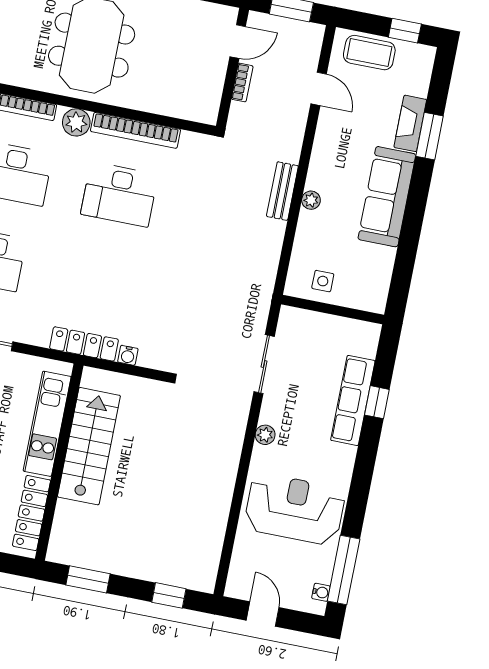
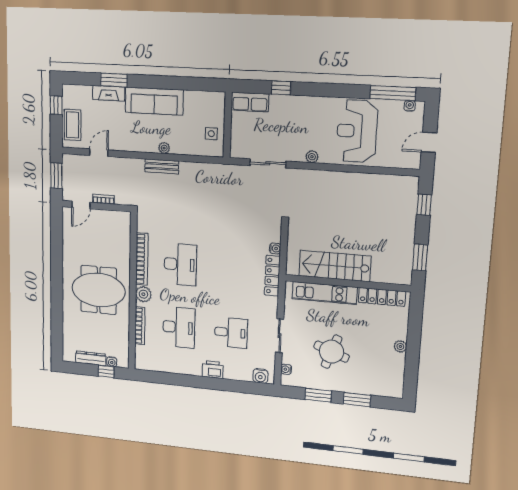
door: (238, 42) -> (81, 205), swing flipped
row of seats: (353, 400) -> (250, 102), moved, width x0.68

